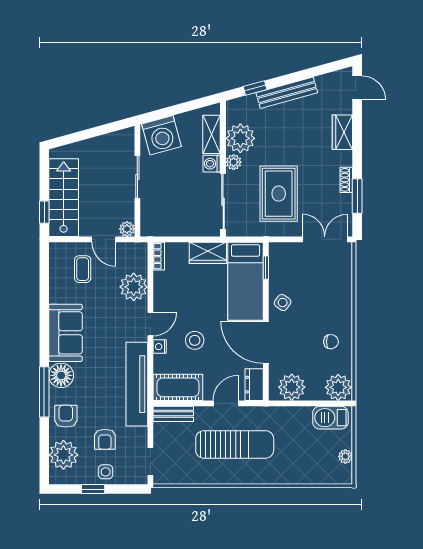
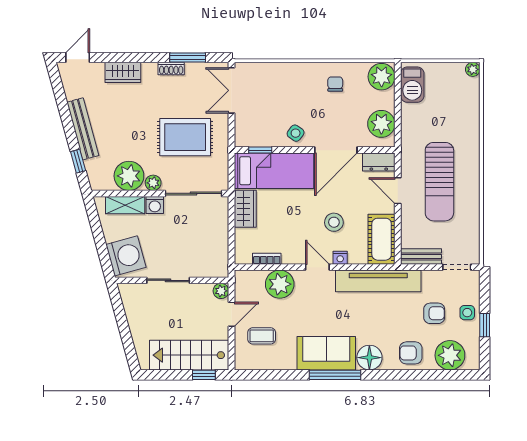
bookcase: (159, 256) -> (267, 259), moved
window: (44, 392) -> (335, 375), moved
bench: (173, 414) -> (421, 256), moved, turned 90
sun lounger: (235, 444) -> (439, 182), turned 180
plant: (345, 456) -> (473, 69), moved

